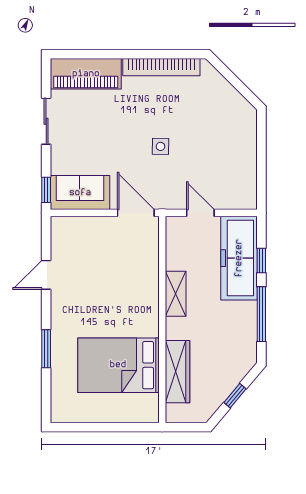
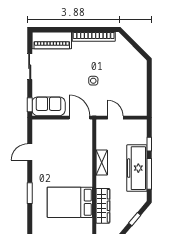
freezer: (239, 258) -> (137, 168), moved

